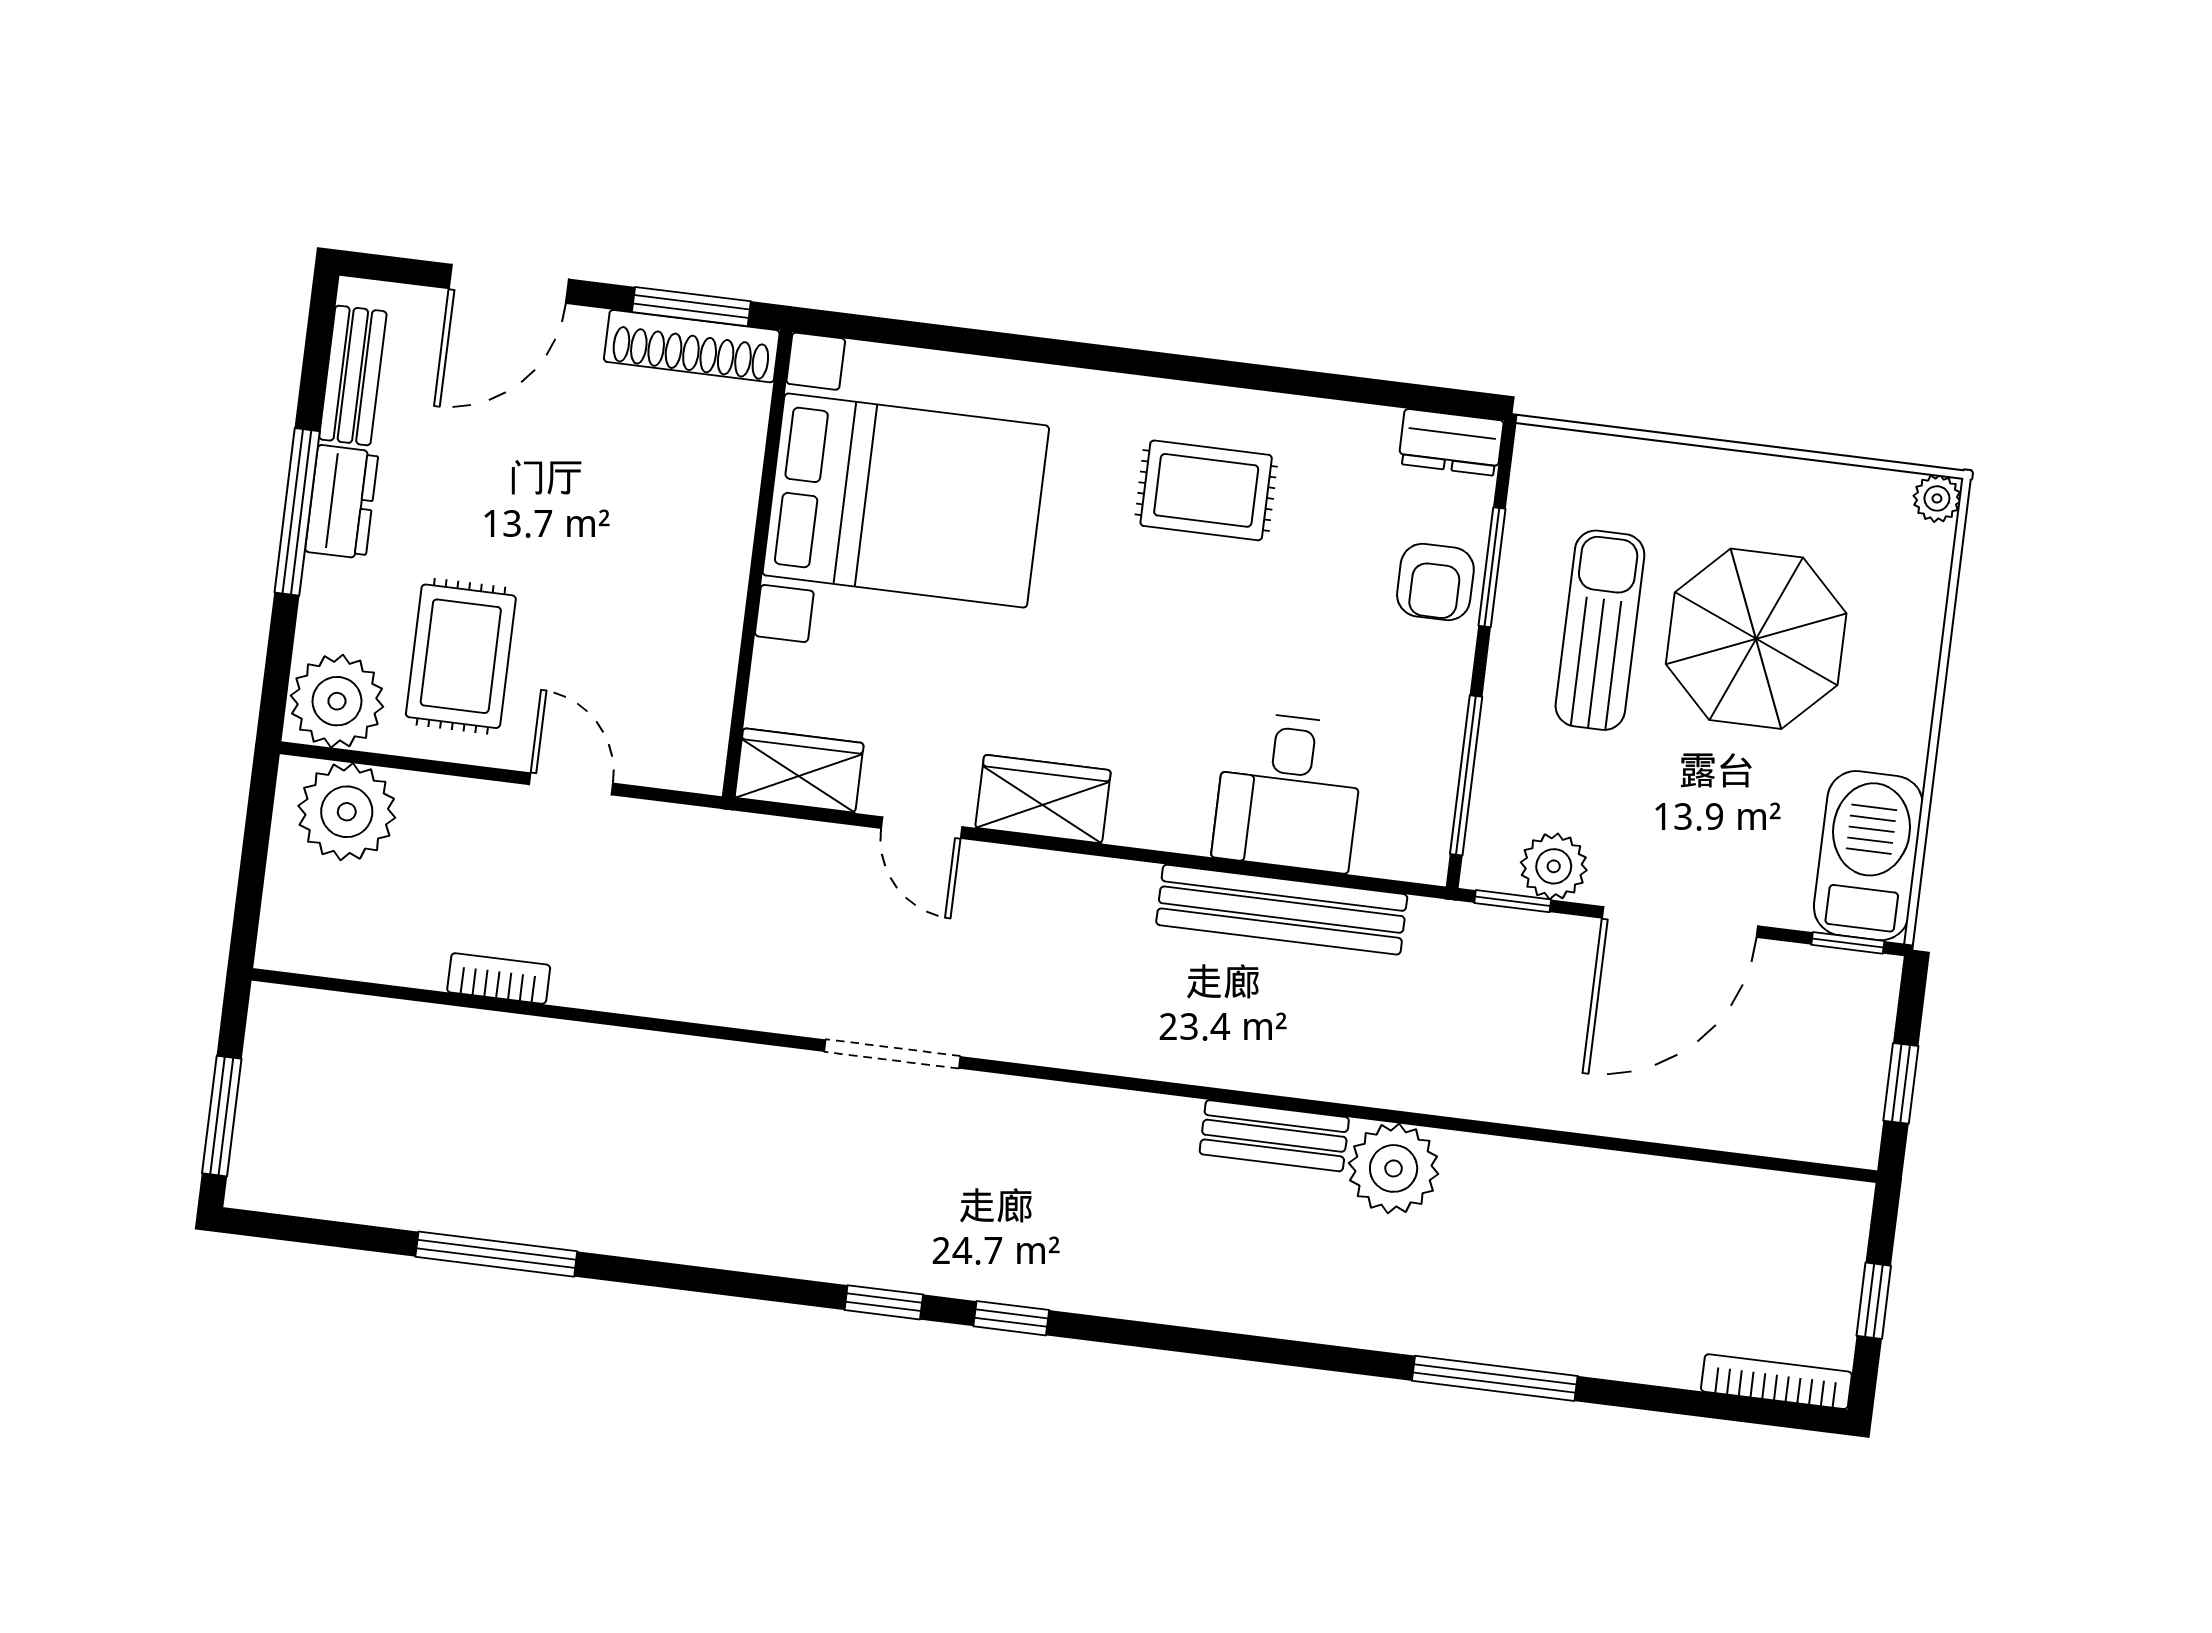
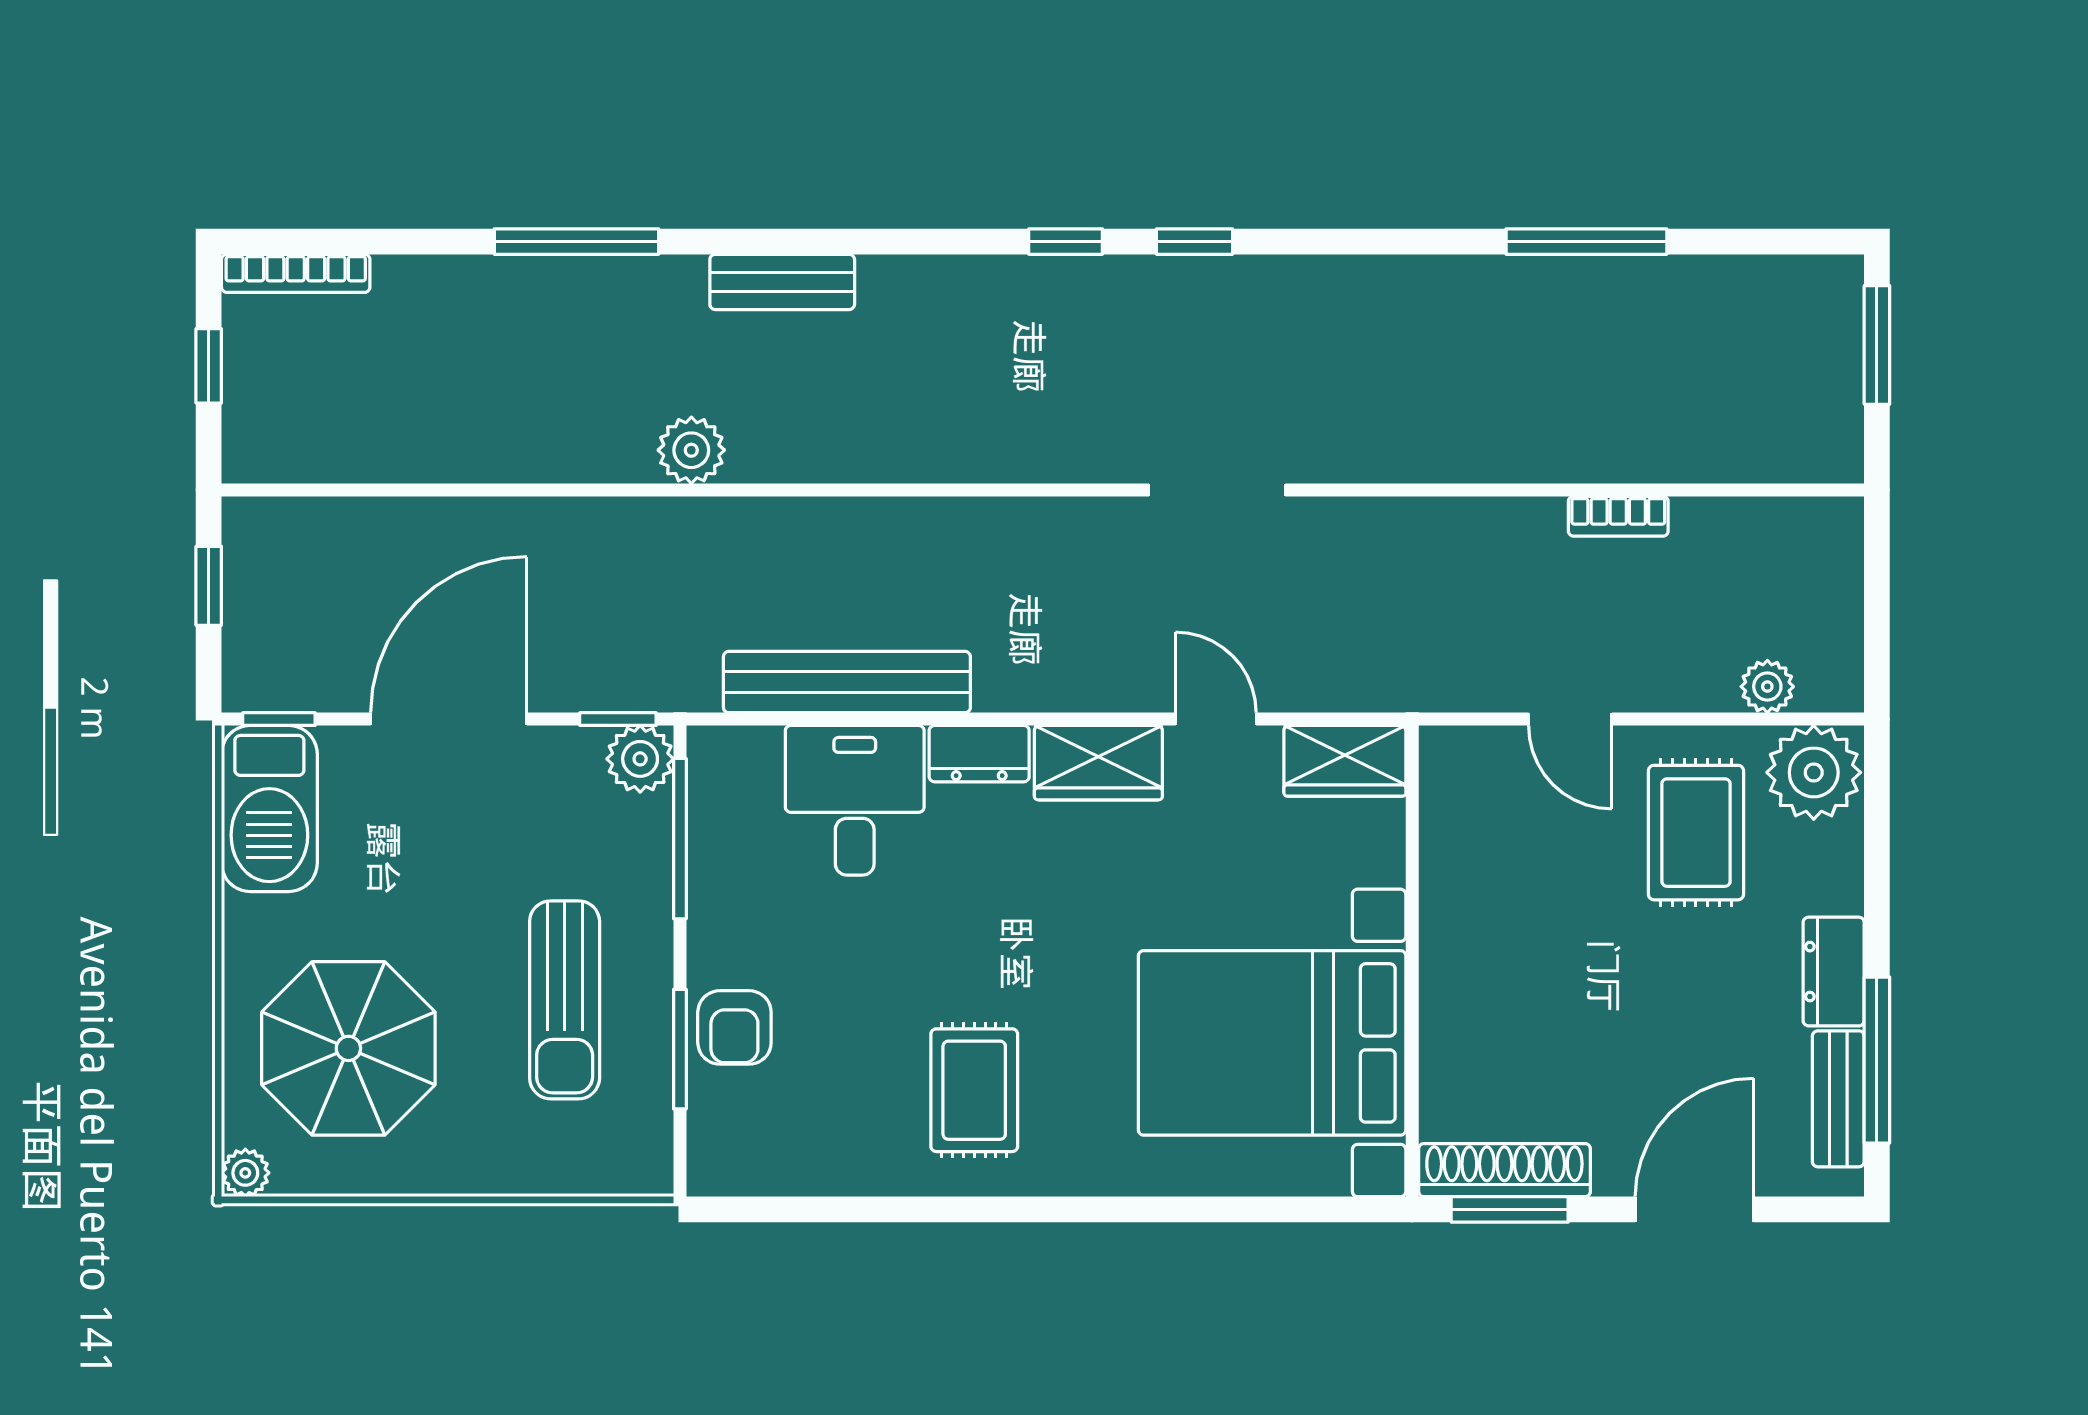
dresser: (1451, 442) -> (979, 754), moved, turned 180
rug: (1206, 490) -> (974, 1090), turned 90
window: (297, 512) -> (1877, 1060), moved
armchair: (1435, 582) -> (734, 1027), turned 180
parasol: (1756, 639) -> (348, 1048), moved
plant: (347, 812) -> (1767, 687), width x0.53, depth x0.53
plant: (1554, 866) -> (640, 759), moved
bench: (1274, 1136) -> (782, 282), moved
plant: (1394, 1168) -> (691, 450), width x0.73, depth x0.73

